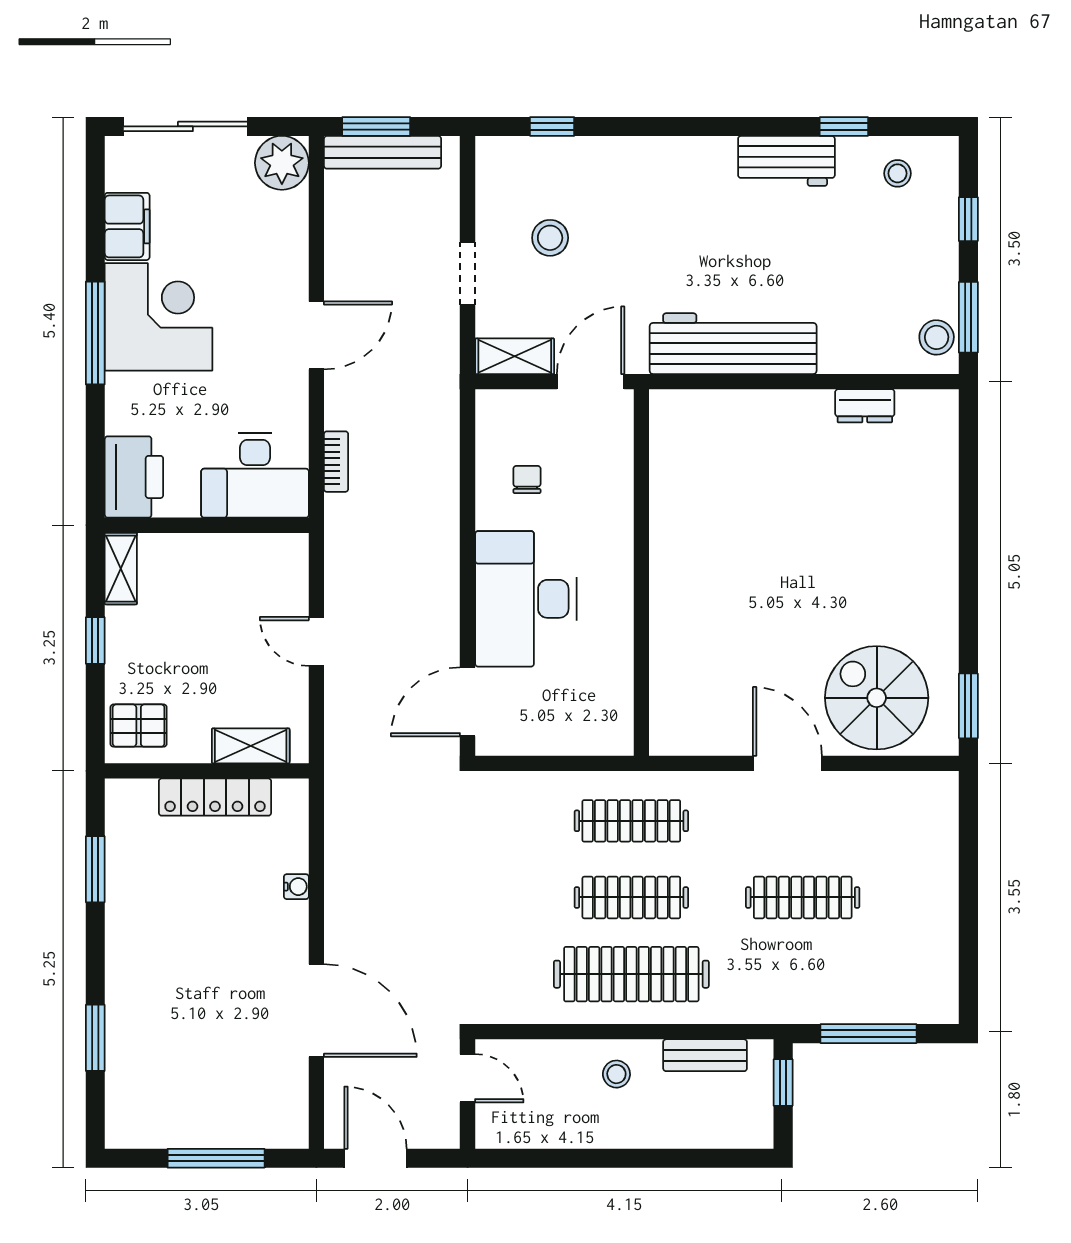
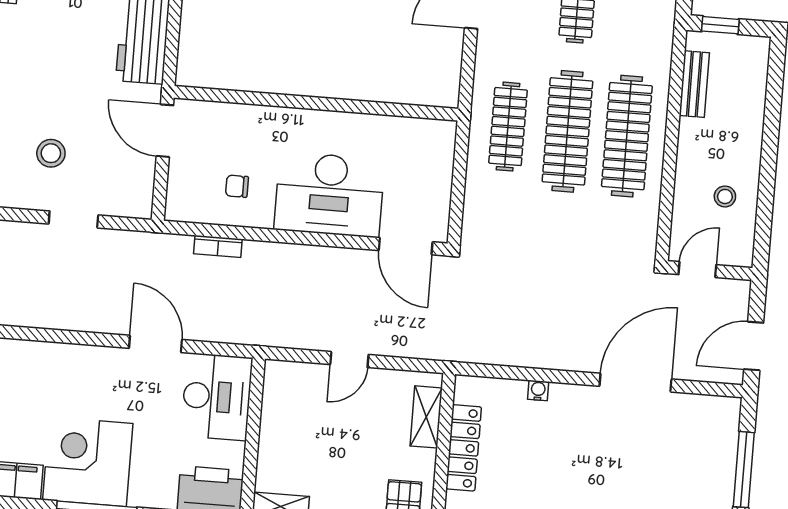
door: (316, 335) -> (155, 344), moved
shelving: (515, 356) -> (141, 188), removed
bookcase: (336, 462) -> (218, 246), moved, turned 180
clothes rail: (631, 897) -> (567, 131), width x1.37, depth x1.31
stool: (616, 1074) -> (725, 196), moved

